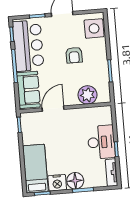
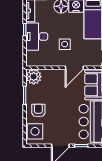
armchair: (74, 55) -> (38, 111), moved
plant: (87, 95) -> (34, 77), moved
side table: (67, 136) -> (65, 44), added

